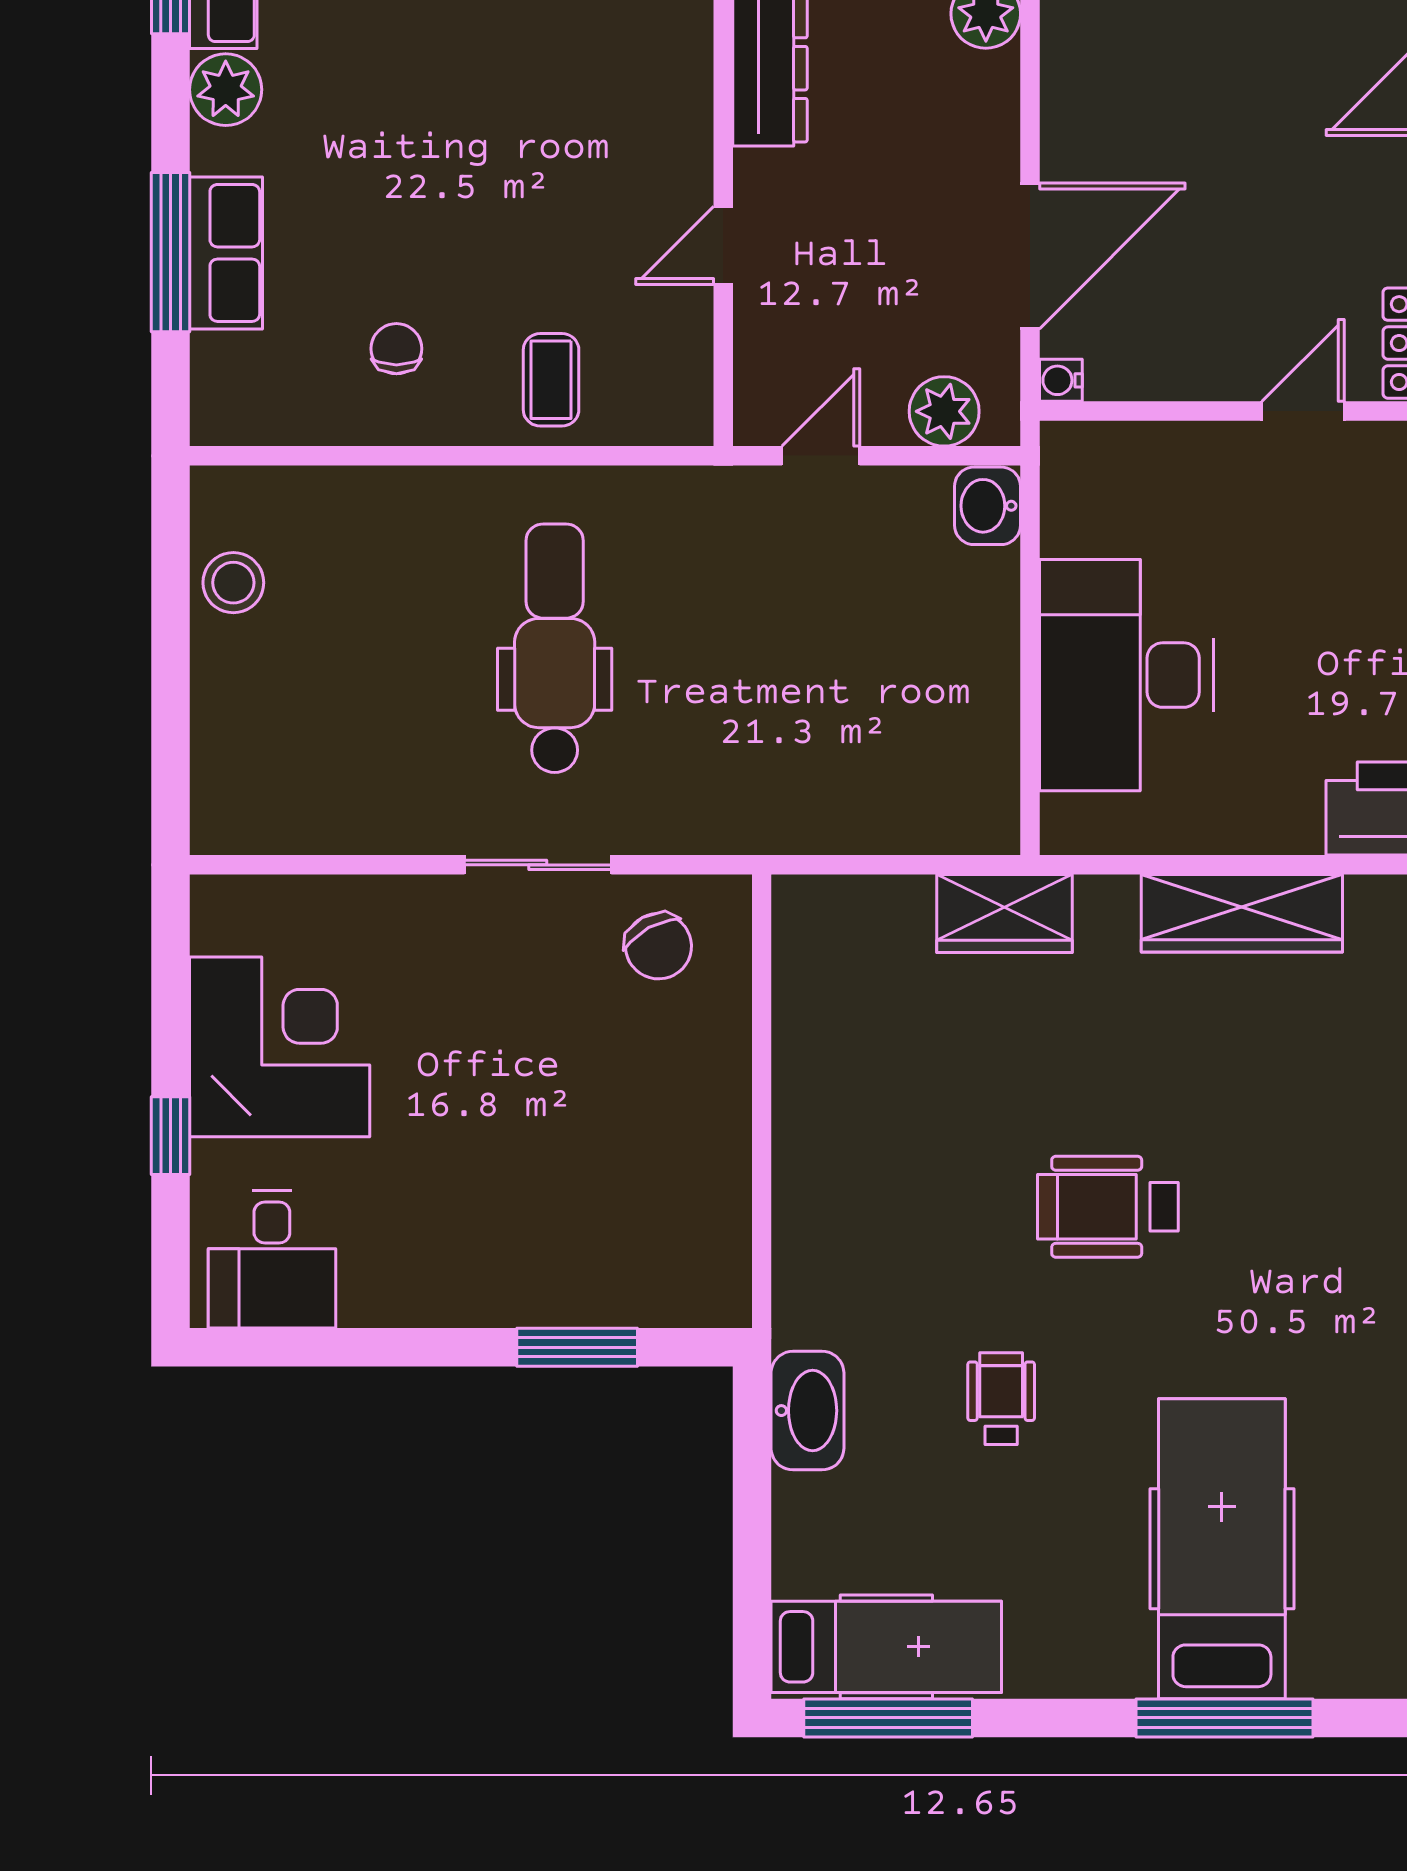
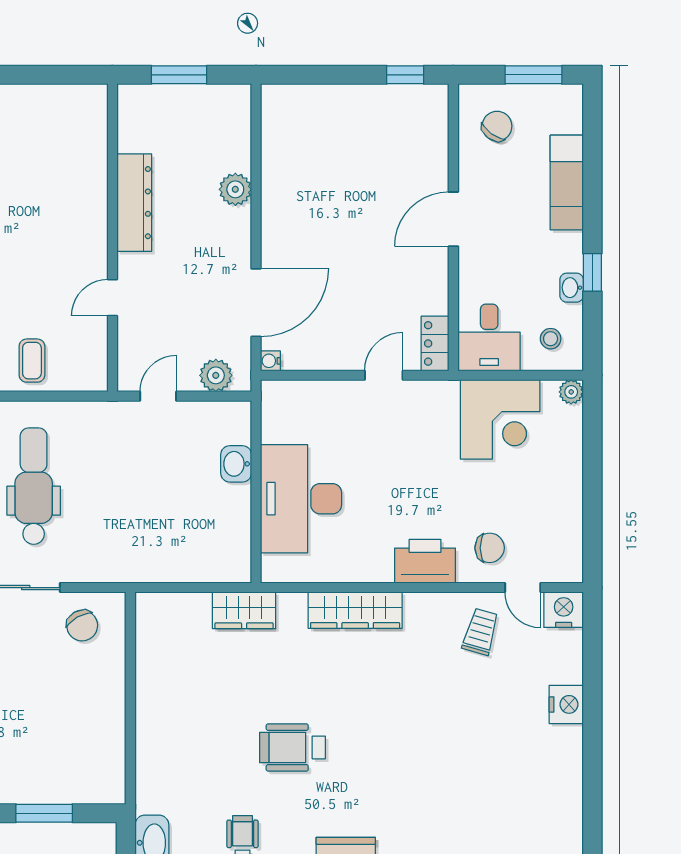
washbasin: (987, 506) -> (236, 464), moved

